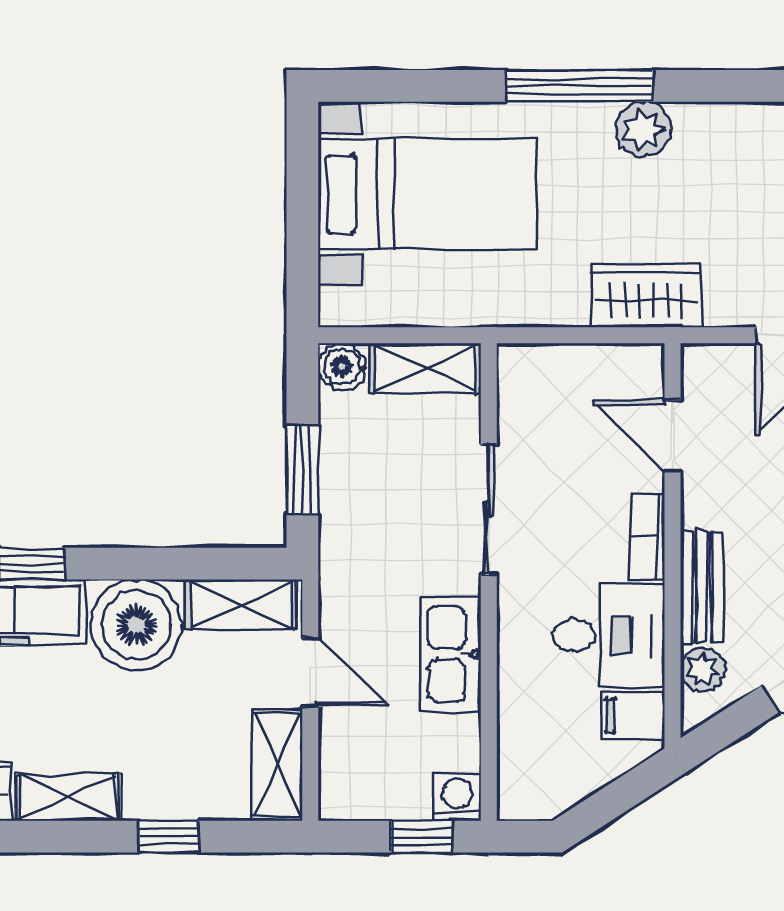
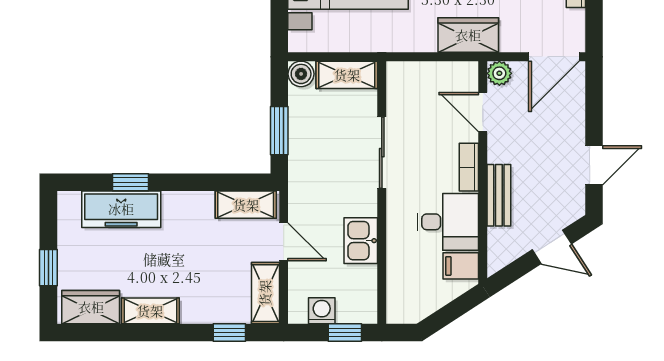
boiler: (136, 625) -> (188, 216), removed
kitchen sink: (451, 654) -> (361, 241), width x0.73
plant: (703, 670) -> (499, 73), moved
washing machine: (457, 797) -> (322, 311), moved
window: (169, 837) -> (229, 332), moved

